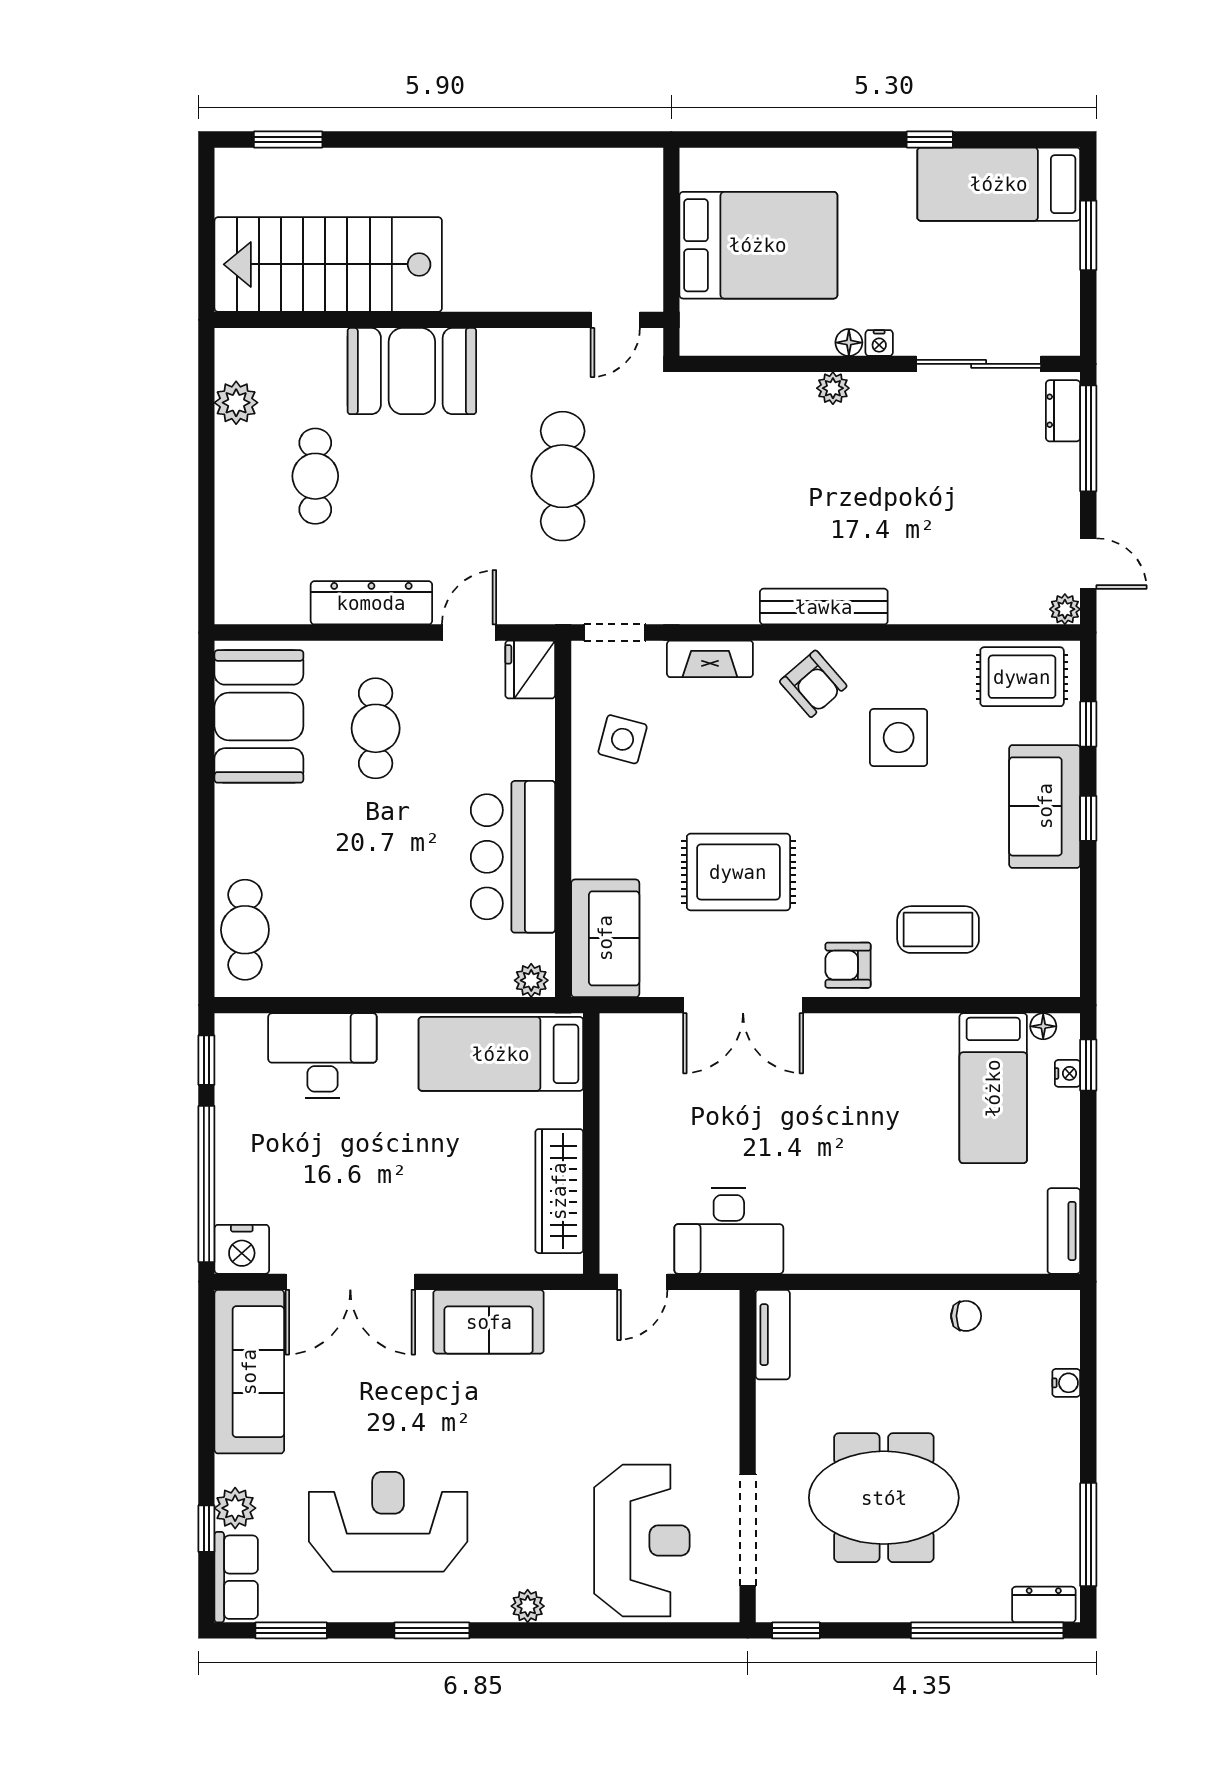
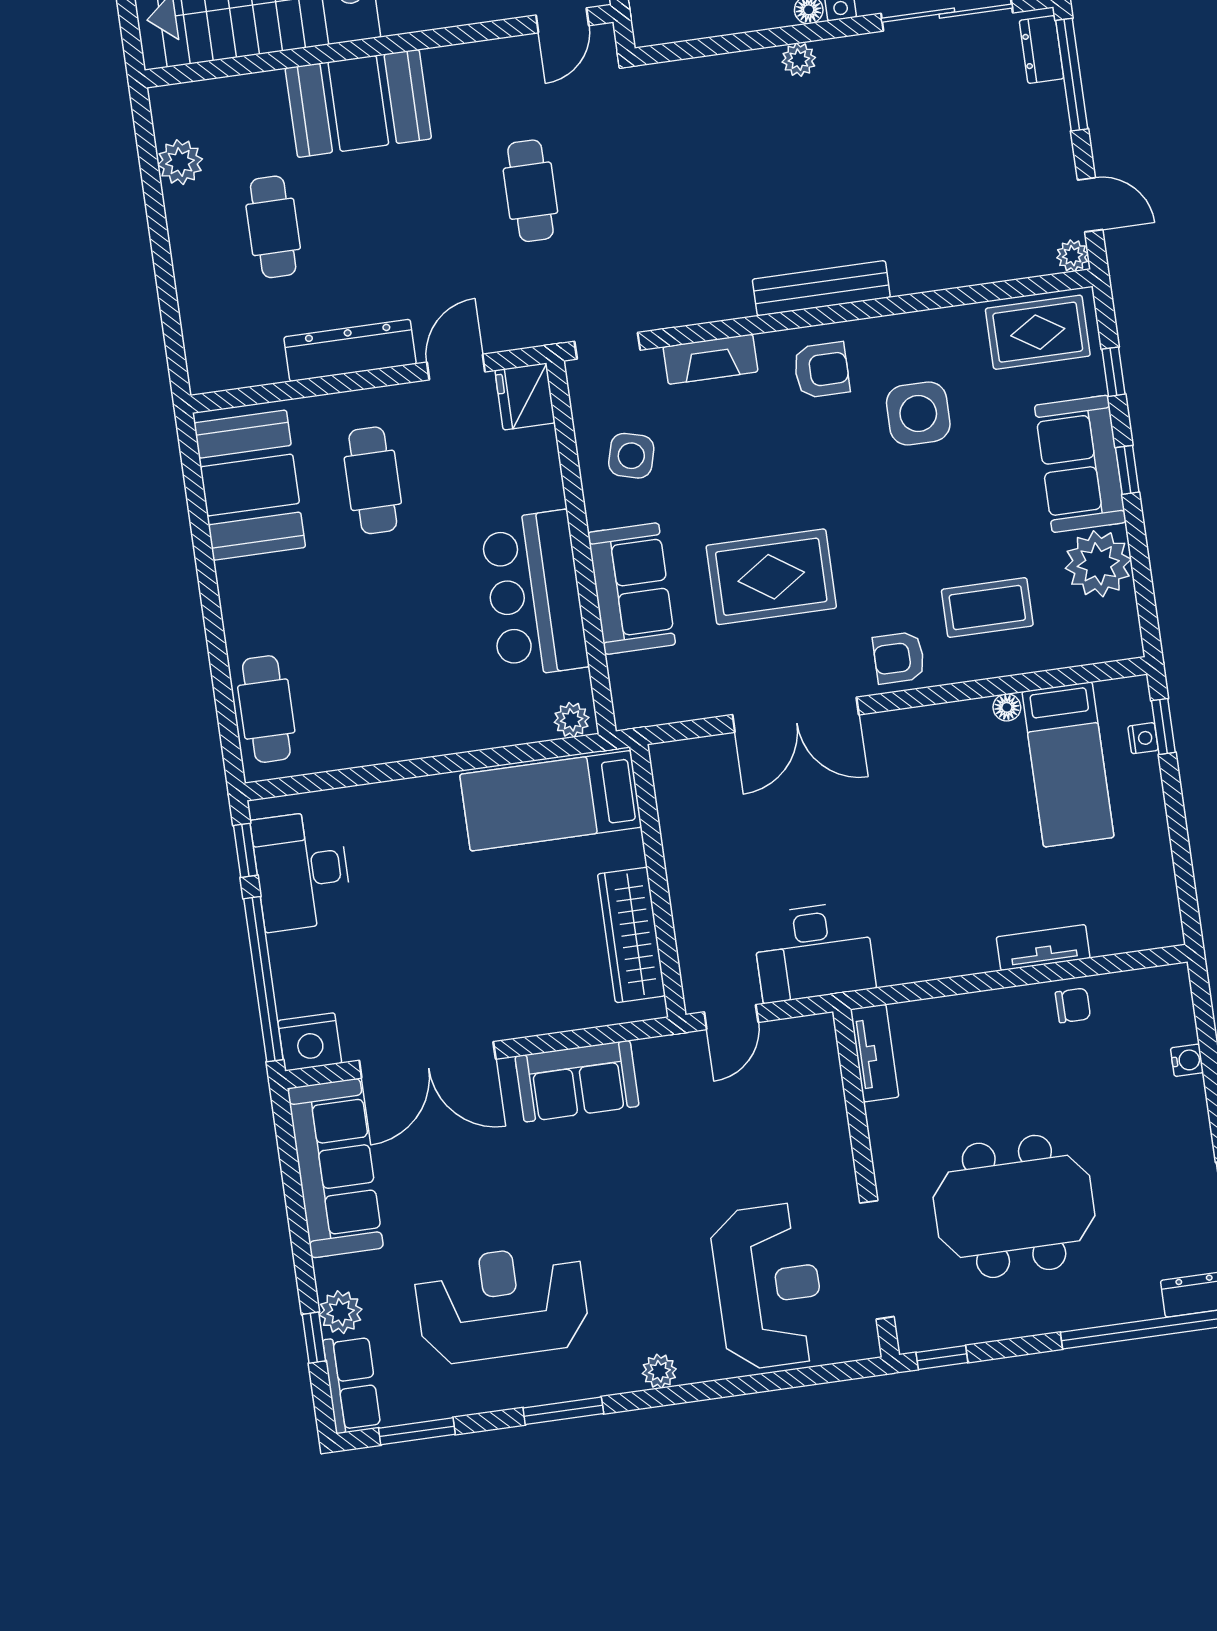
cafe table: (563, 476) -> (530, 191), width x0.73, depth x0.74
armchair: (813, 684) -> (822, 370), turned -49
plant: (1048, 903) -> (1098, 564), added
sofa: (605, 938) -> (632, 589), moved
floor lamp: (1043, 1026) -> (1007, 707), moved
desk: (322, 1056) -> (302, 871), moved, turned -90
tv unit: (1064, 1231) -> (1043, 947), moved, turned 90

